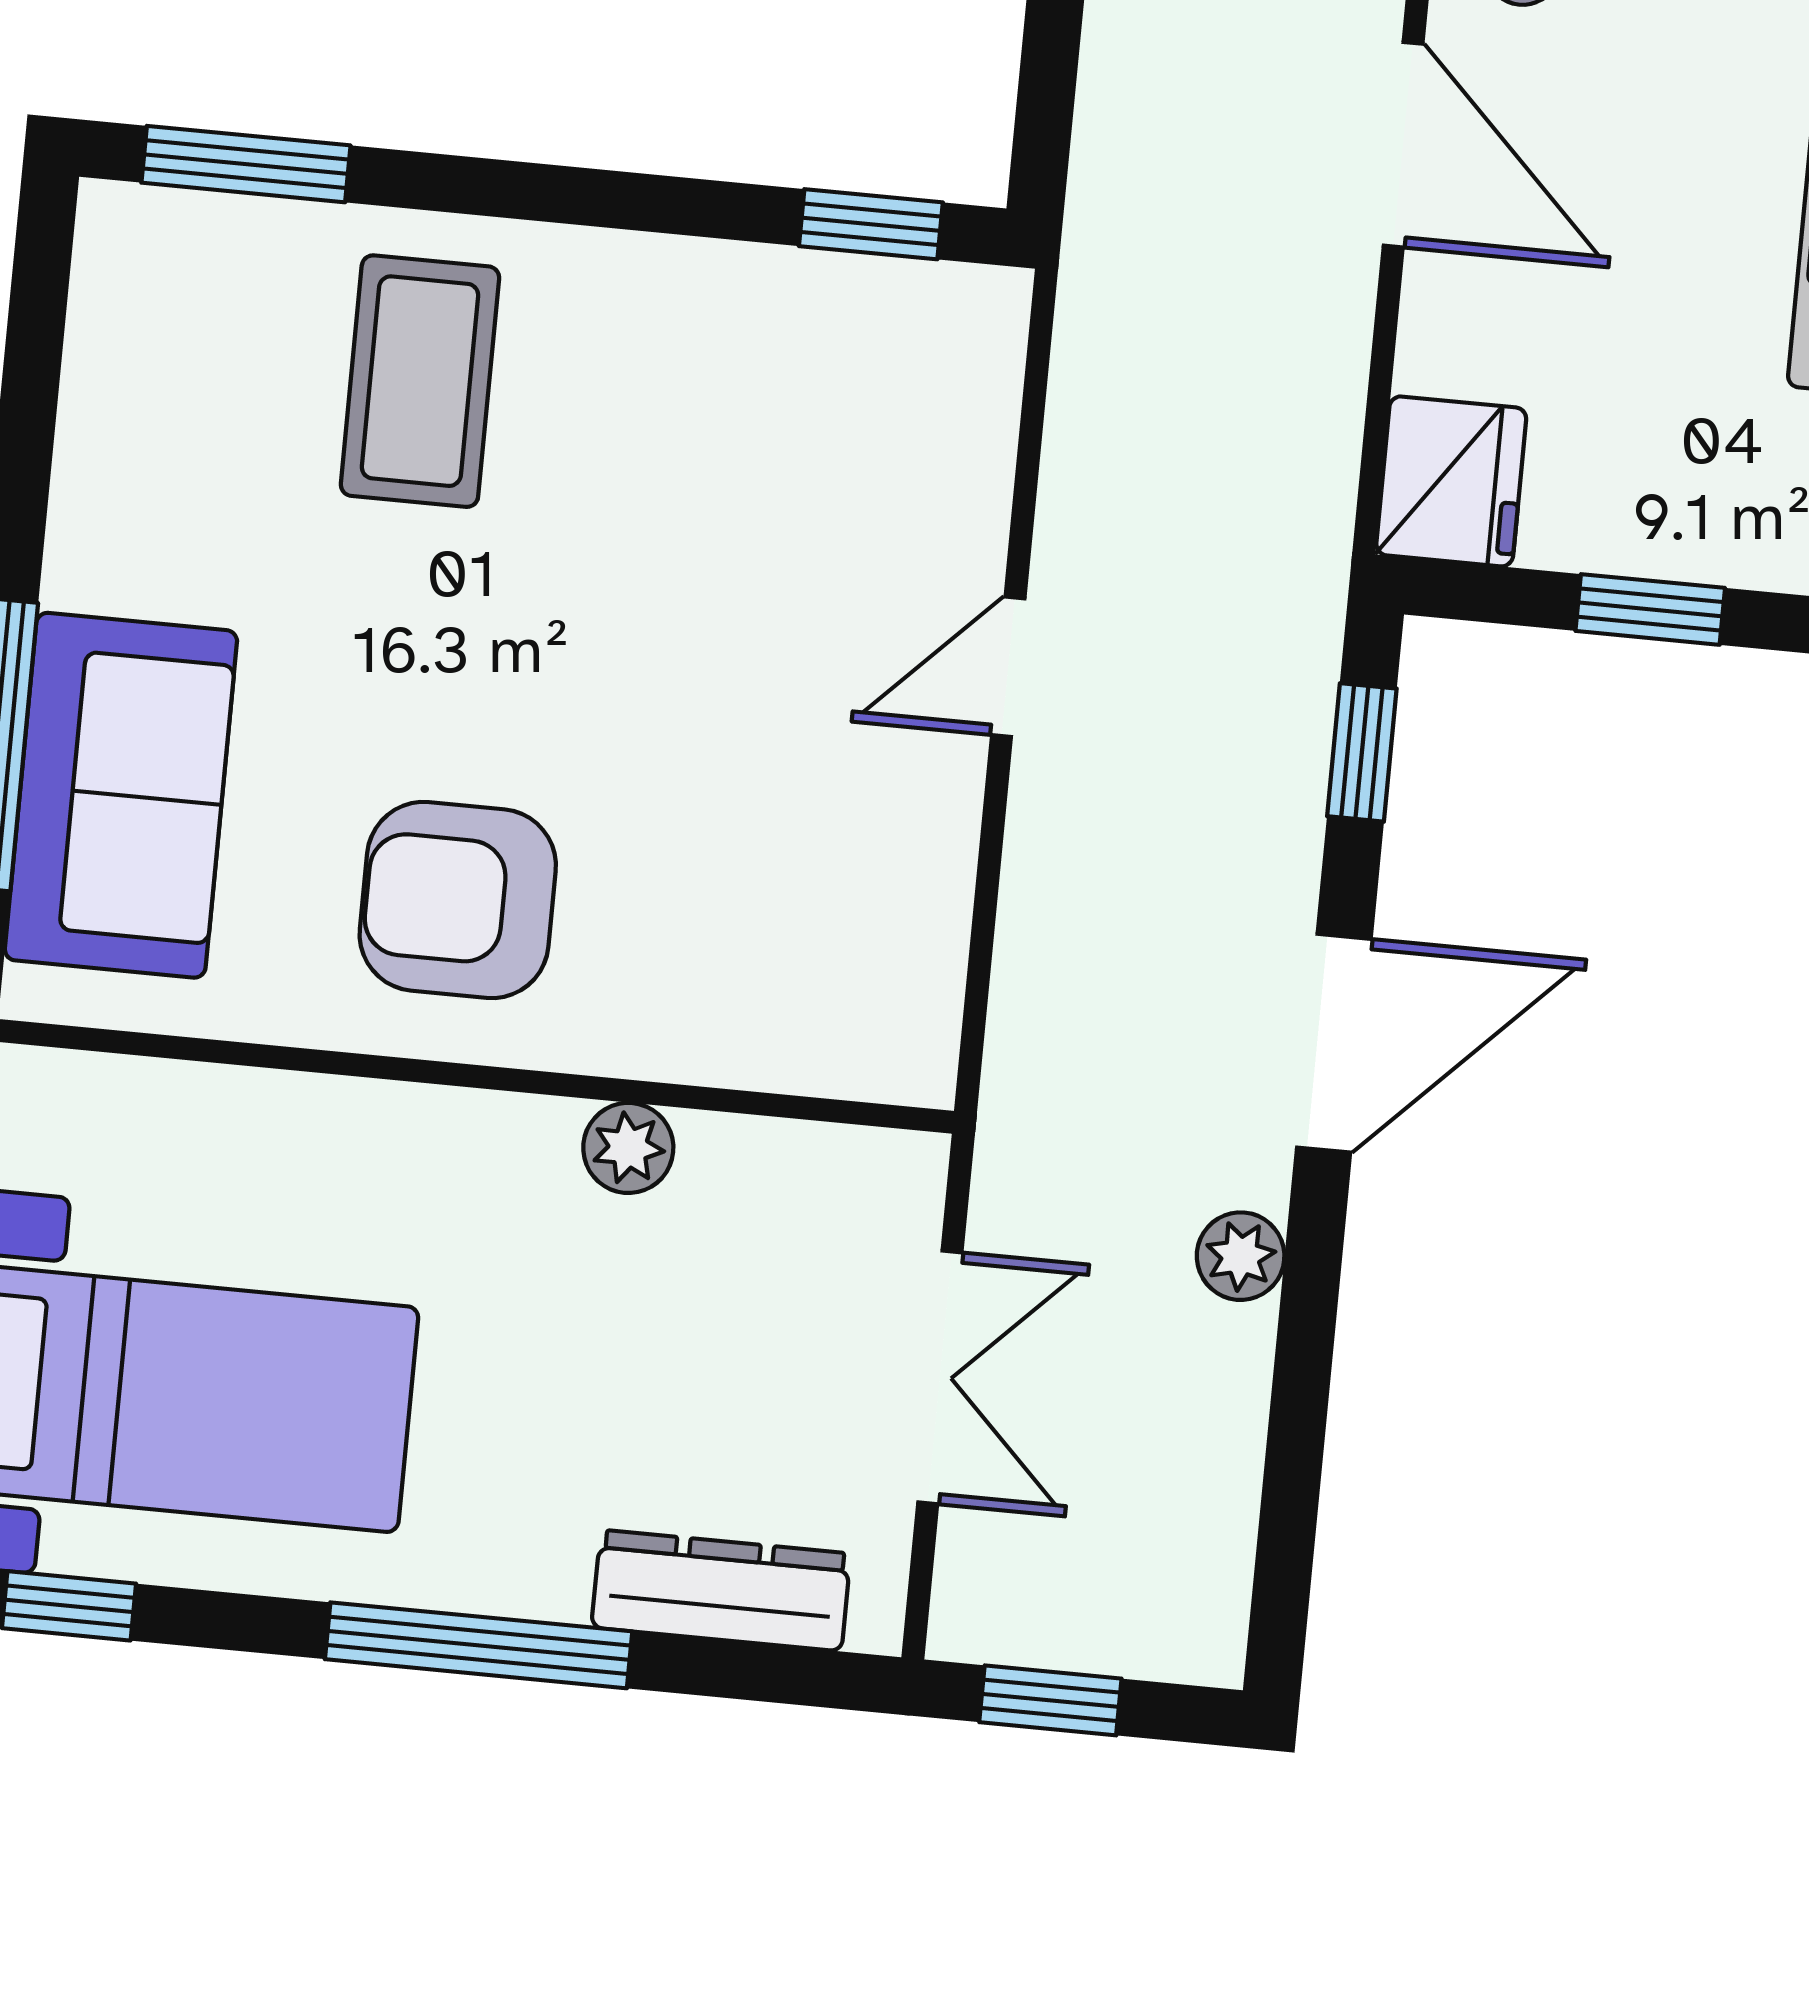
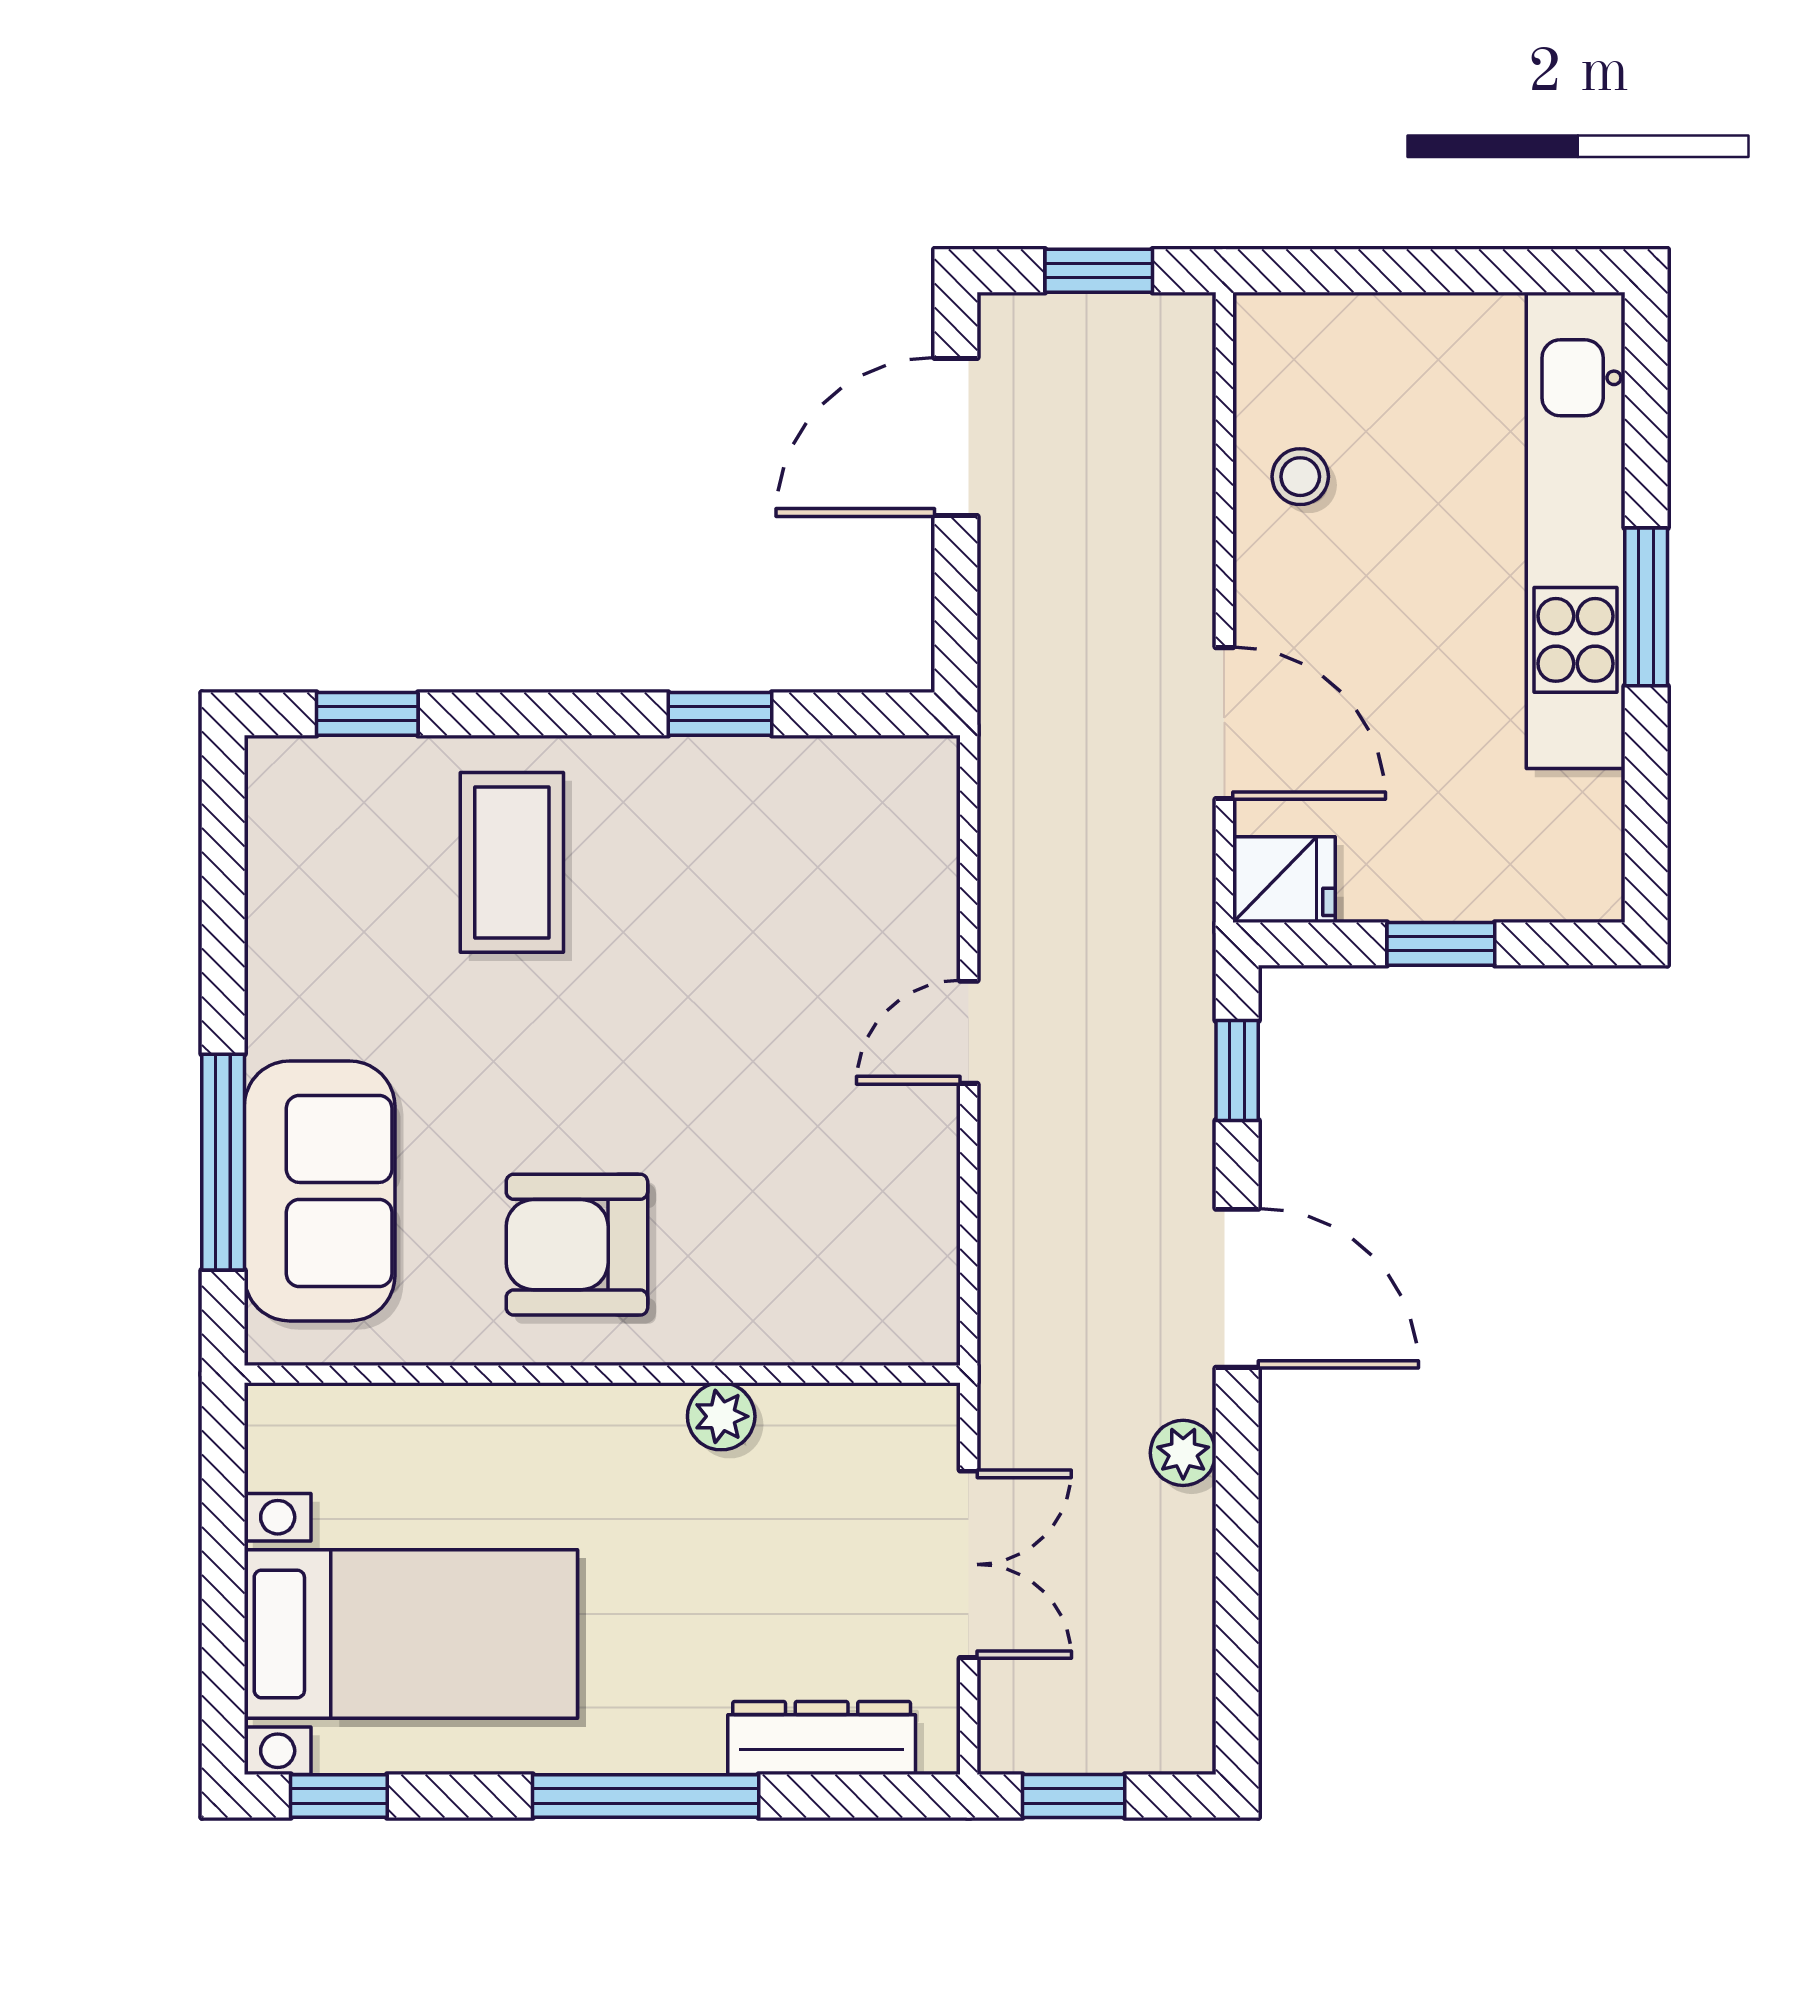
door: (1403, 145) -> (1224, 723), moved
window: (246, 164) -> (367, 714), width x0.67
window: (871, 224) -> (720, 714), moved
fridge: (1451, 481) -> (1284, 880), width x0.72
door: (1334, 1043) -> (1237, 1288), hinge flipped

